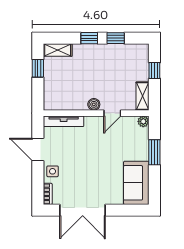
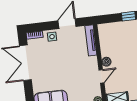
door: (112, 113) -> (101, 76), swing flipped

